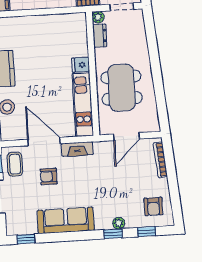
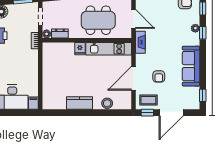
fireplace: (77, 149) -> (140, 42), moved

